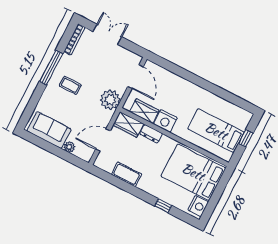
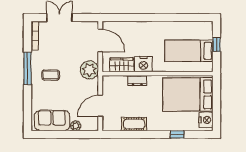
wardrobe: (128, 124) -> (114, 83), removed

